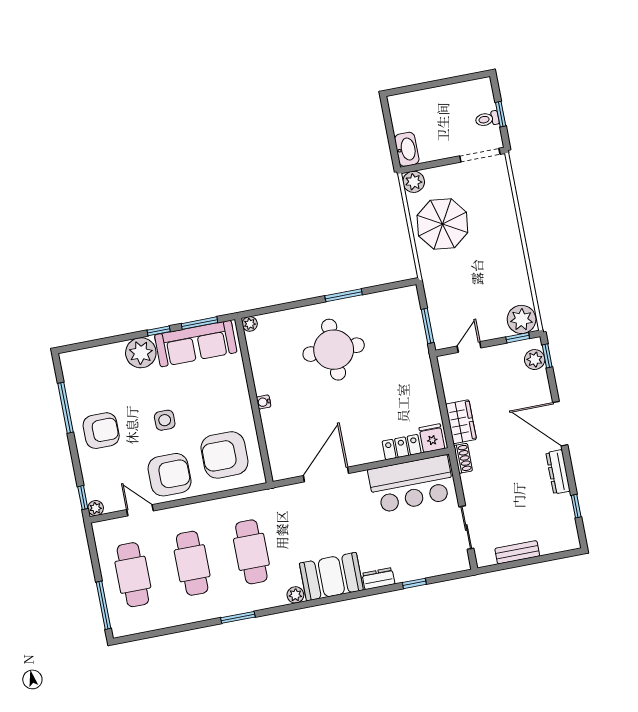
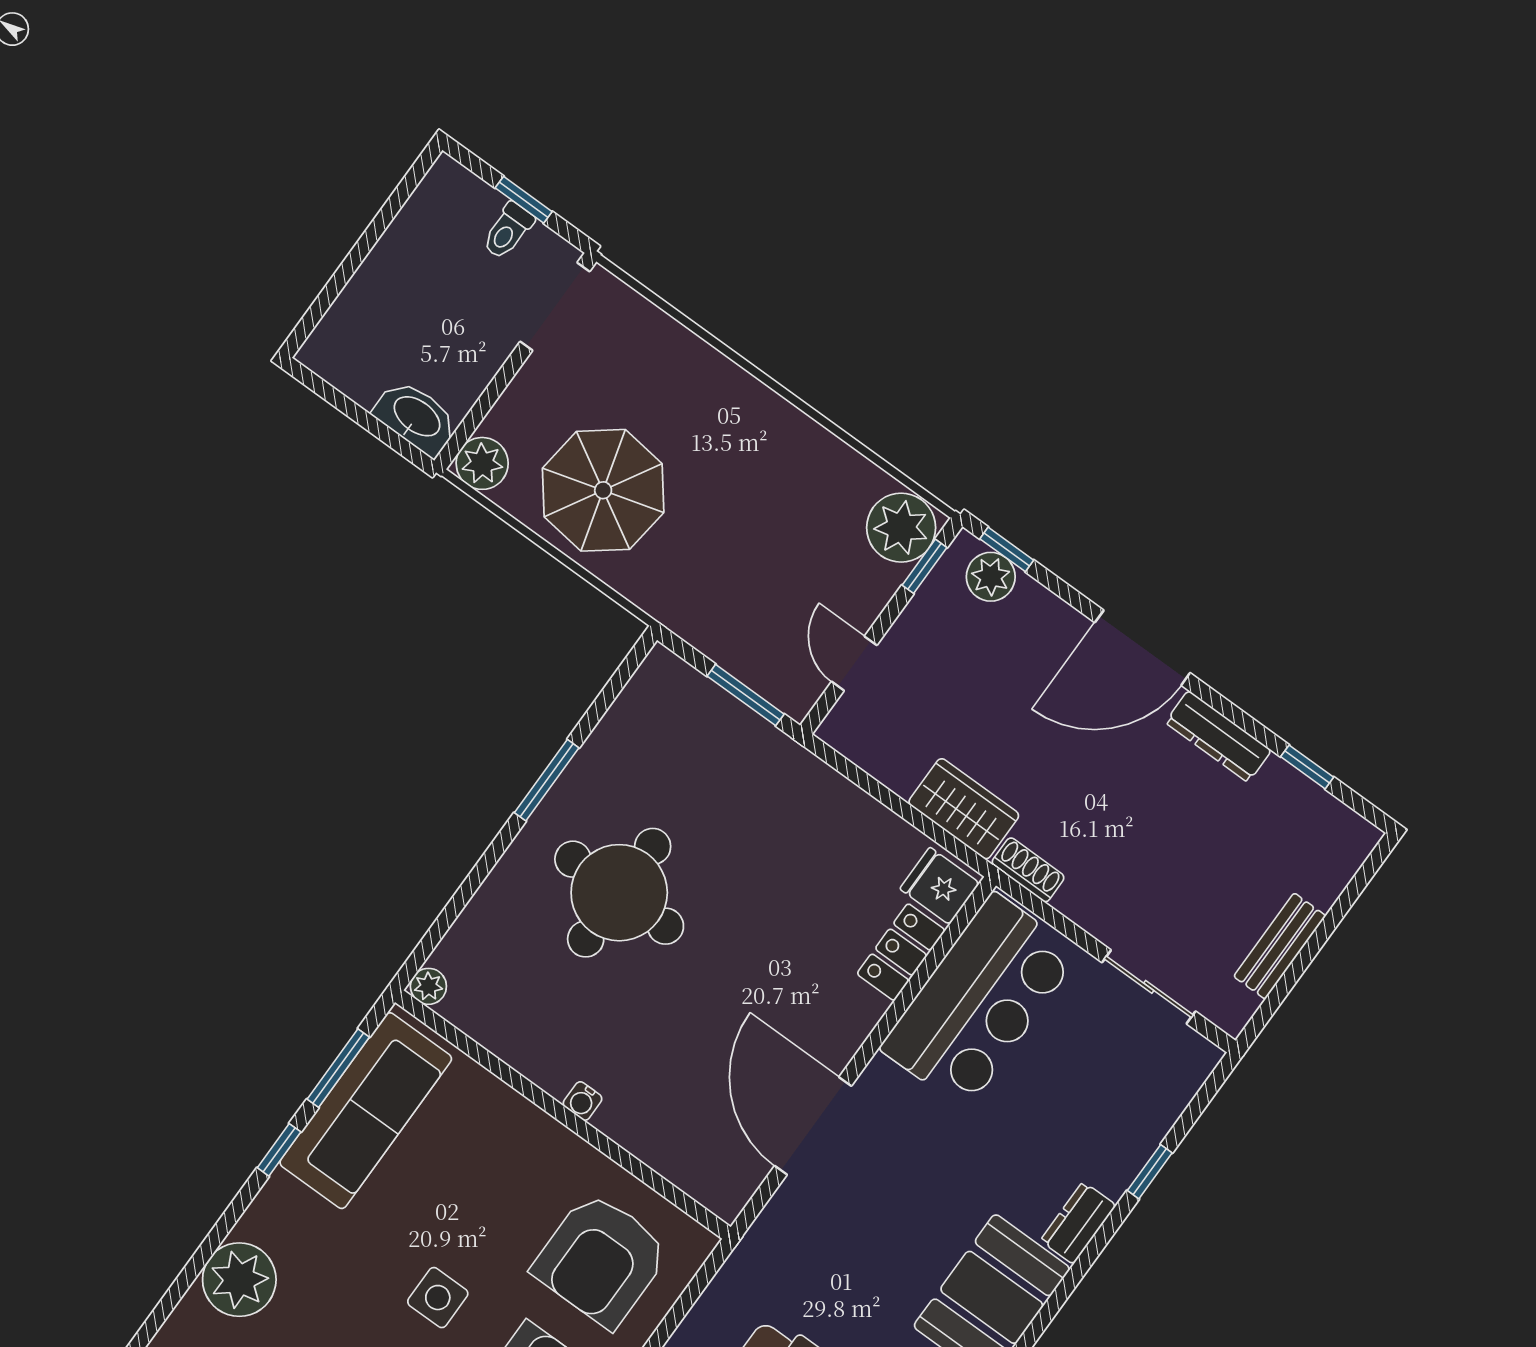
plant: (141, 353) -> (239, 1280), moved

